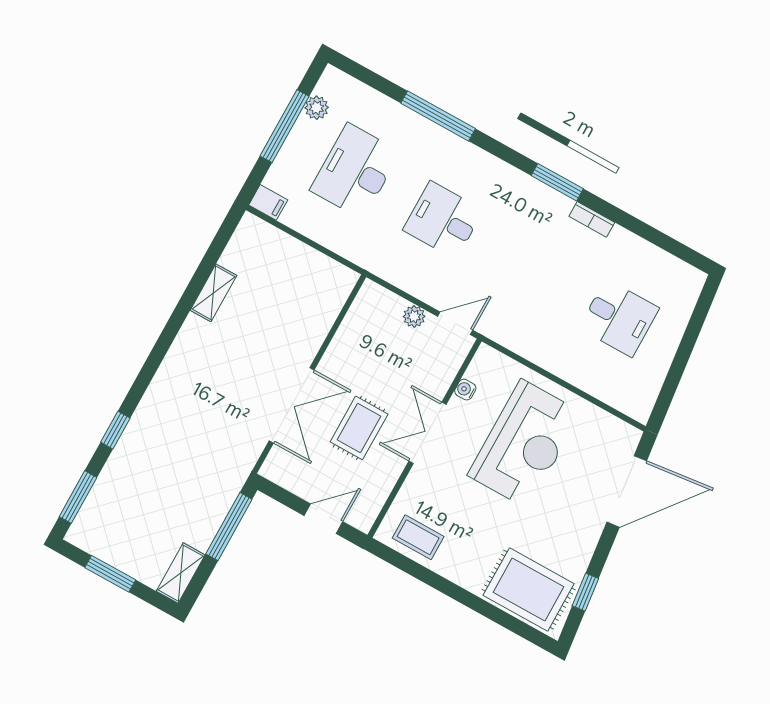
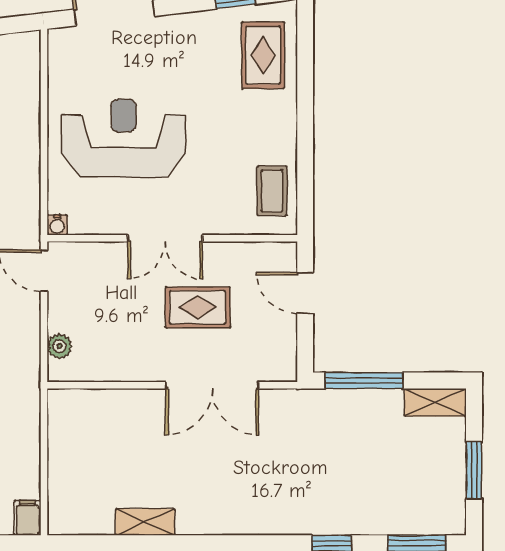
plant: (414, 316) -> (59, 346), moved
water cooler: (465, 390) -> (57, 225), moved
double door: (292, 405) -> (212, 385), swing flipped
rug: (529, 589) -> (263, 55), width x0.73, depth x0.70

